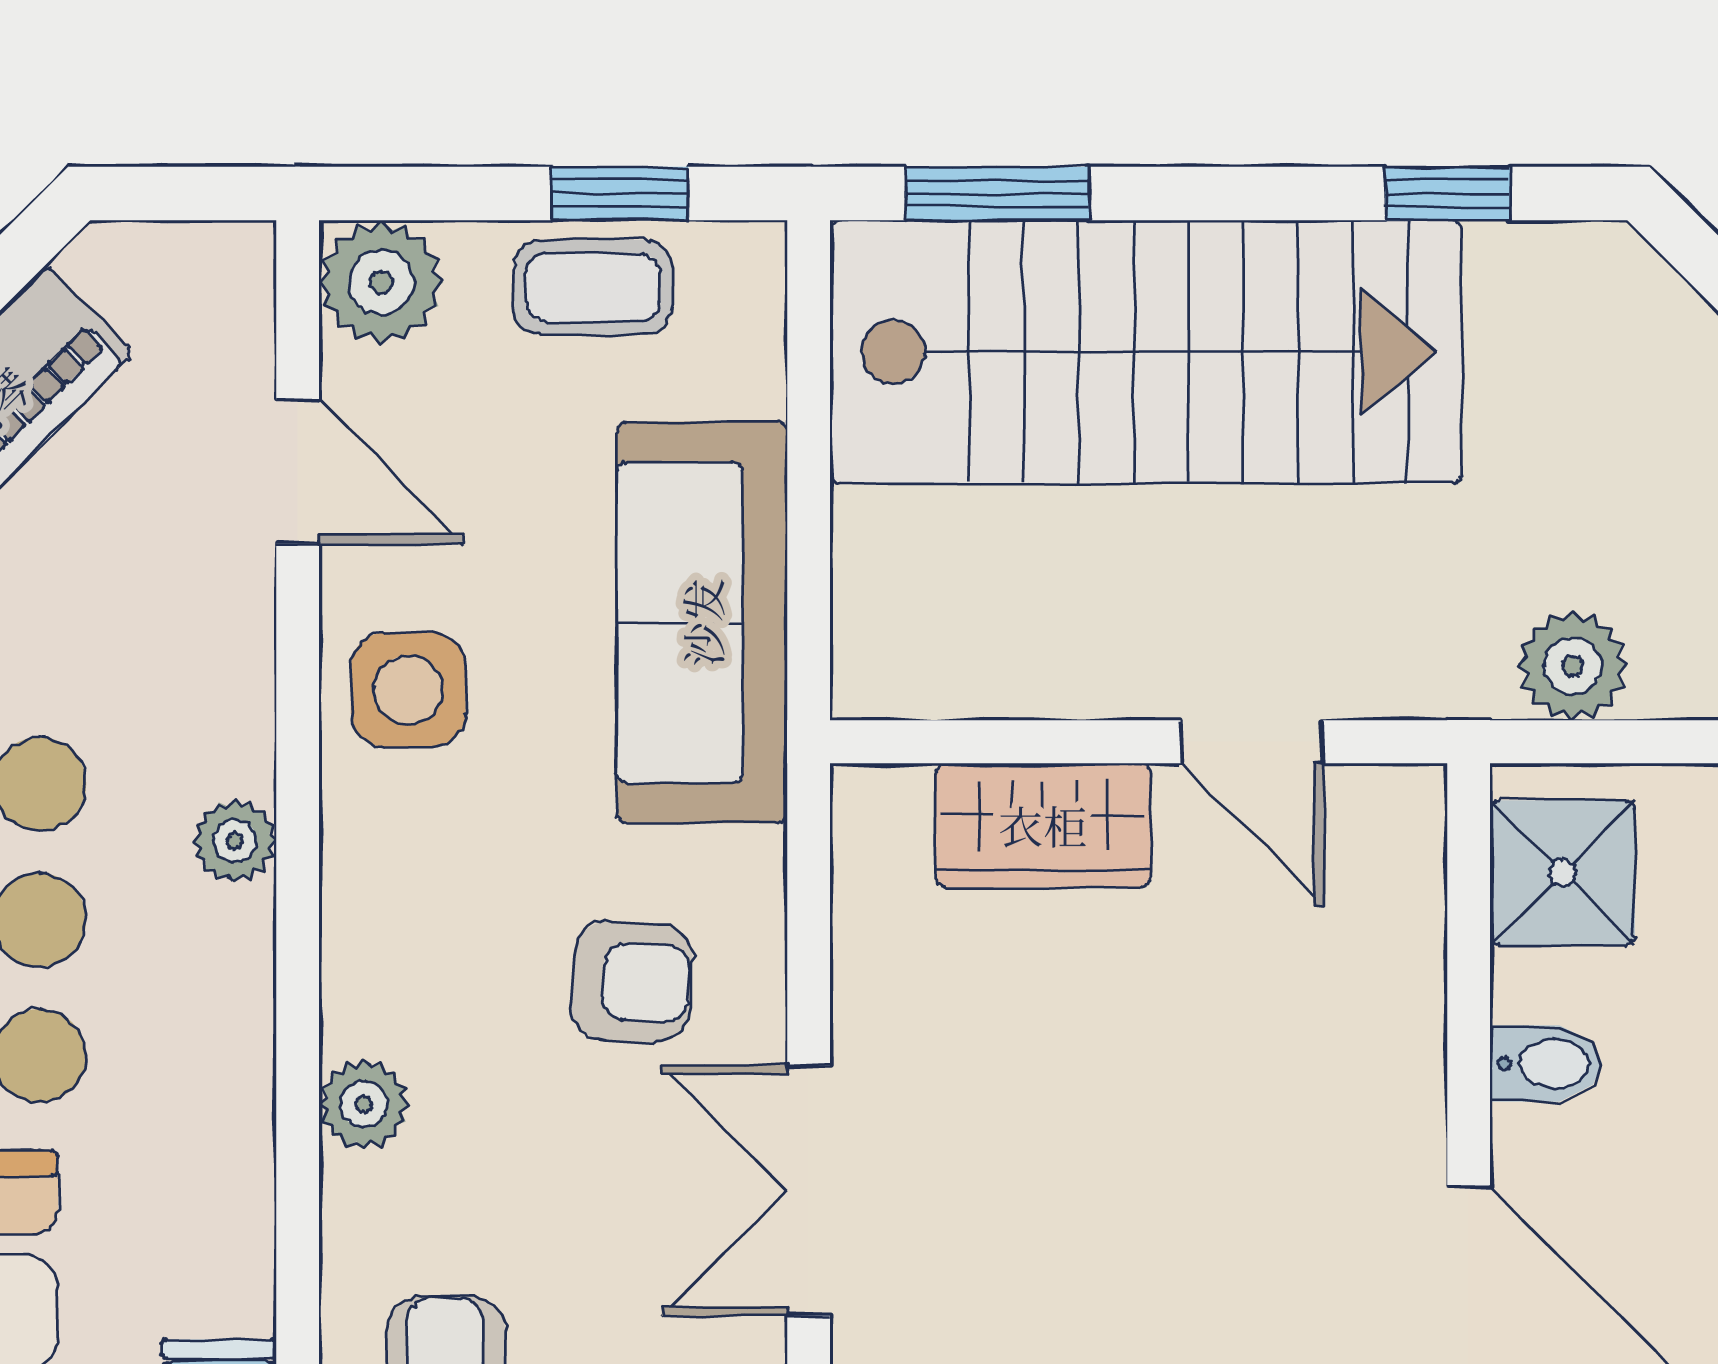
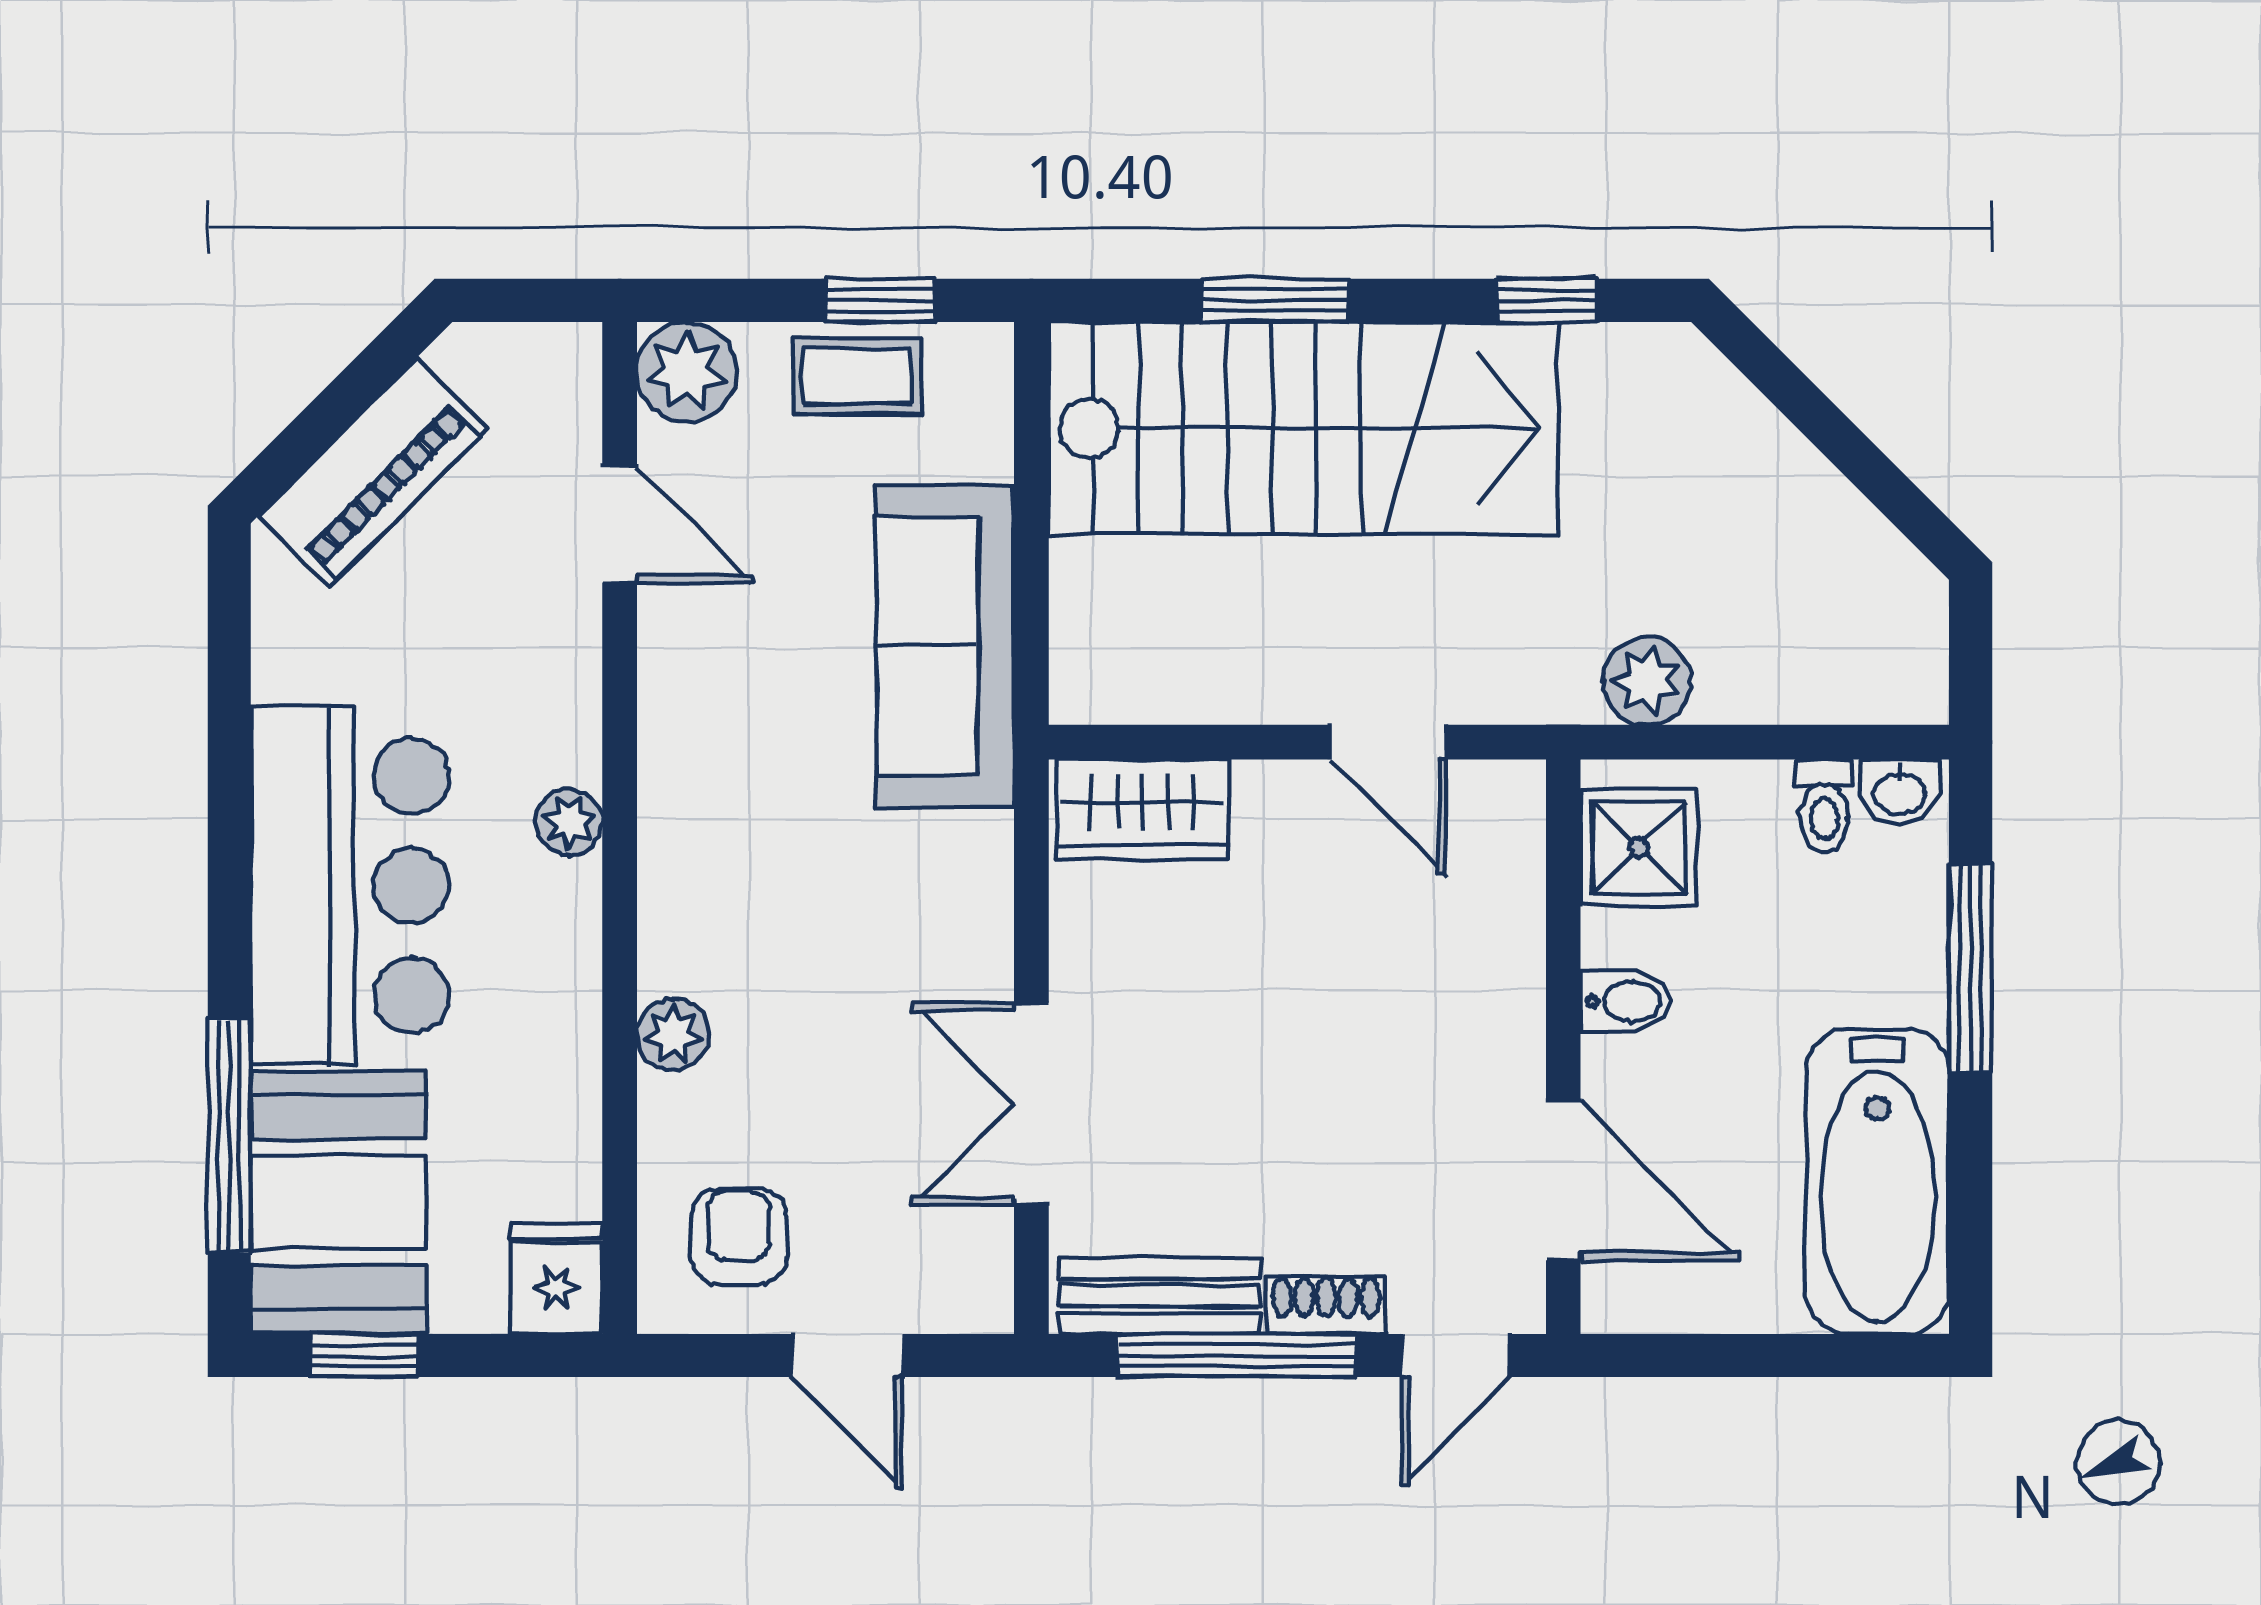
window: (997, 194) -> (1275, 300), moved
side table: (408, 690) -> (709, 700), removed
wardrobe: (1043, 825) -> (1142, 809), moved
armchair: (632, 982) -> (889, 936), removed

